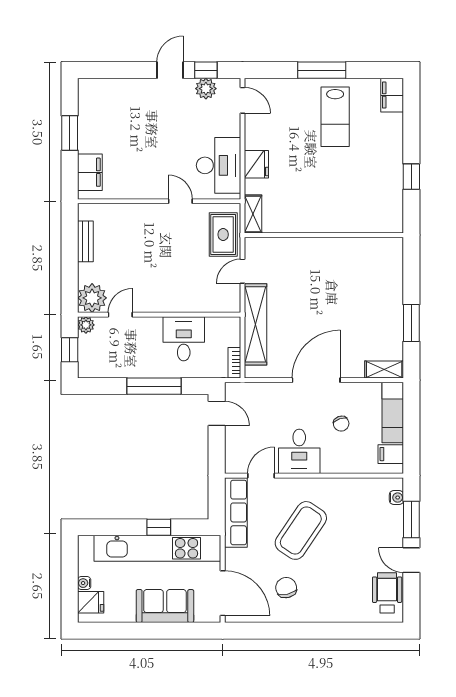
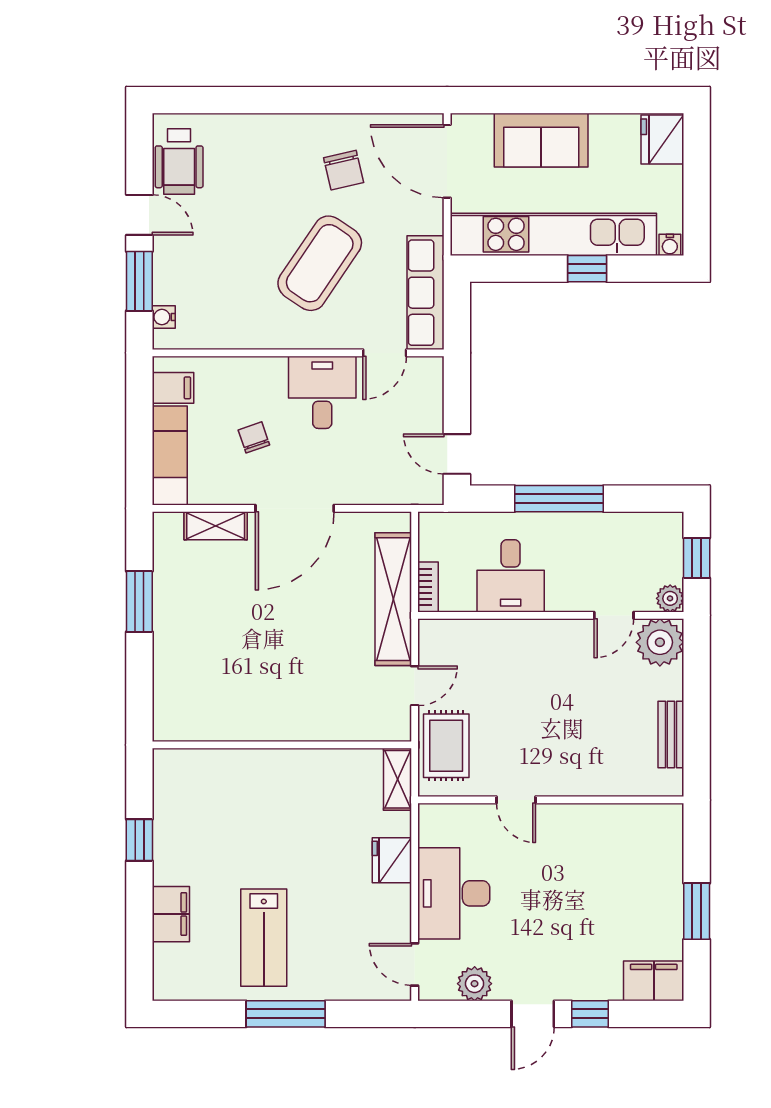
window: (206, 70) -> (590, 1014), moved
filing cabinet: (392, 95) -> (171, 914), moved
lab bench: (335, 117) -> (264, 938), turned 180
desk: (219, 165) -> (454, 893), moved
filing cabinet: (90, 172) -> (654, 981), moved, turned 90
bookcase: (234, 363) -> (428, 587), moved
shelving: (384, 369) -> (216, 526), moved
window: (159, 527) -> (587, 269), moved
water cooler: (84, 583) -> (670, 245), moved, turned 90
fridge: (91, 602) -> (662, 140), width x1.38

